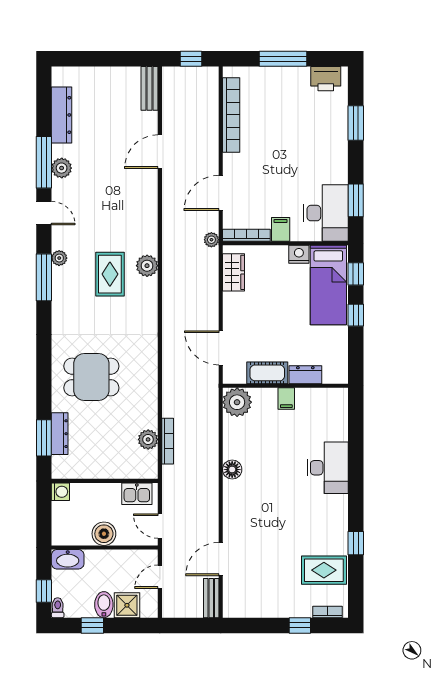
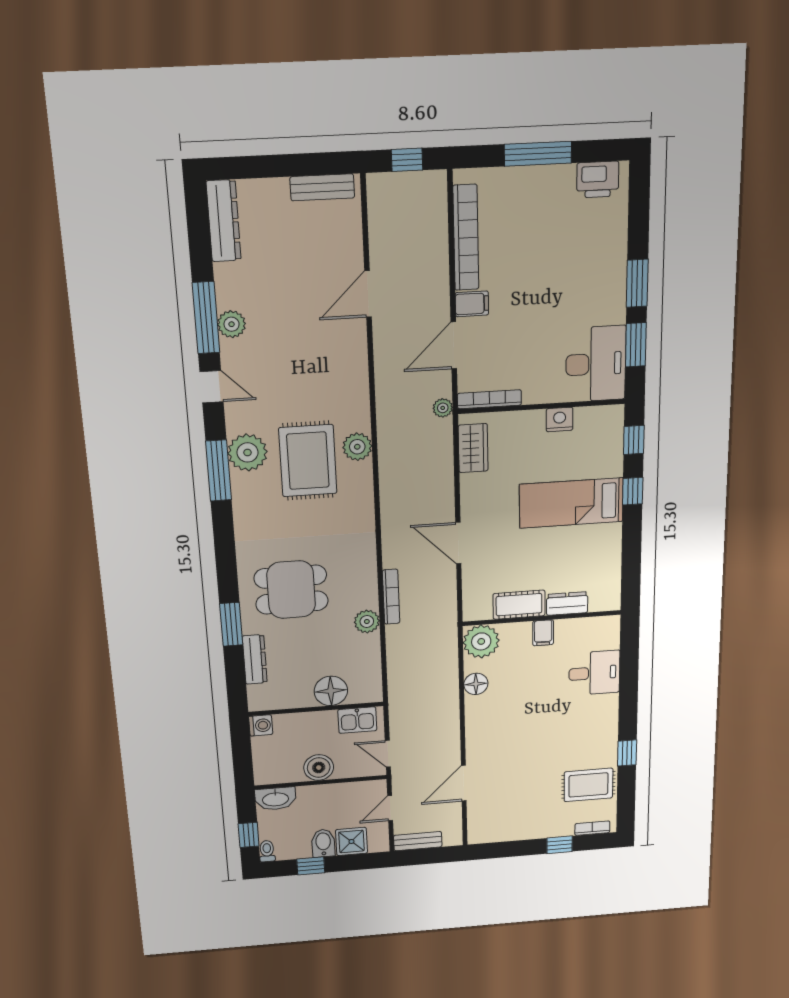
bench: (150, 88) -> (322, 187), moved, turned 90
dresser: (62, 115) -> (224, 221), moved
window: (356, 123) -> (637, 283), moved
filing cabinet: (281, 229) -> (472, 304), moved, turned 90
plant: (59, 258) -> (247, 452), width x1.88, depth x1.88
rug: (110, 274) -> (308, 461), width x1.36, depth x1.43
bed: (328, 285) -> (571, 503), moved, turned 90
cot: (267, 373) -> (519, 605), moved
dresser: (305, 375) -> (567, 603), moved
wall: (285, 386) -> (542, 618), moved
filing cabinet: (286, 399) -> (543, 633), moved
plant: (237, 402) -> (481, 641), moved
window: (44, 438) -> (231, 624), moved
plant: (148, 439) -> (367, 621), moved
bookcase: (168, 441) -> (391, 597), moved
floor lamp: (117, 466) -> (331, 691), added
desk: (328, 468) -> (594, 673), width x0.73
bench: (211, 598) -> (418, 841), moved, turned 90

